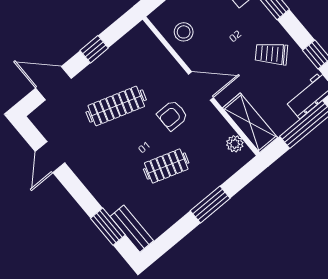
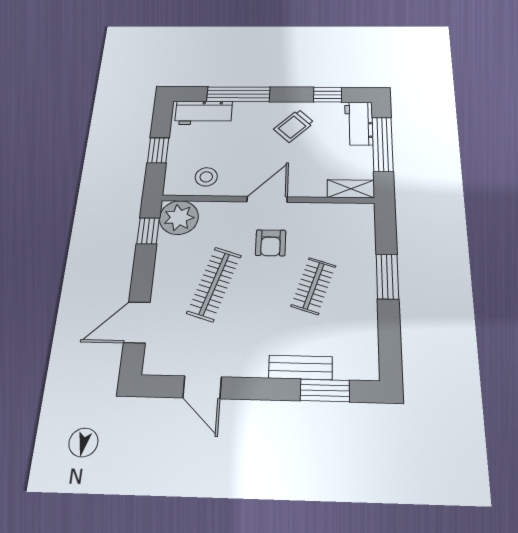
window: (94, 49) -> (148, 231), moved
shelving: (250, 123) -> (351, 189), width x0.67, depth x0.75
plant: (235, 144) -> (179, 218), moved, width x1.87, depth x1.87
bench: (132, 229) -> (300, 367), moved

